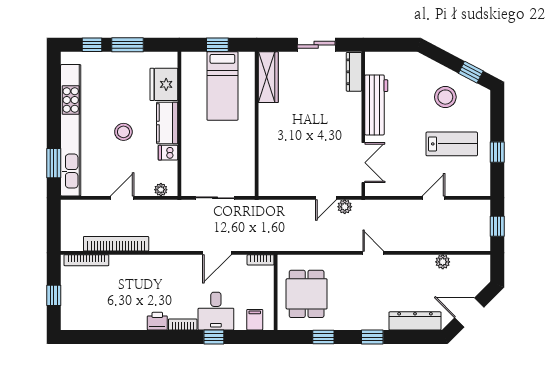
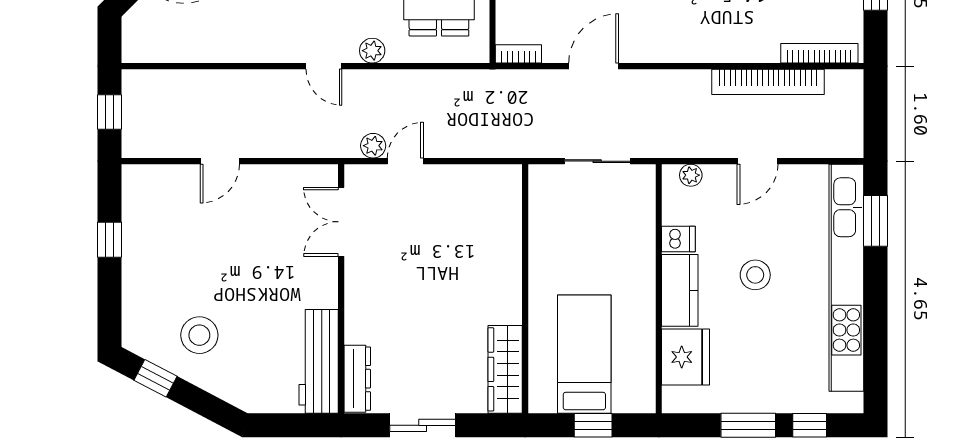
workbench: (376, 105) -> (319, 361), moved
lab bench: (452, 144) -> (188, 254), removed
plant: (443, 262) -> (372, 51), moved

